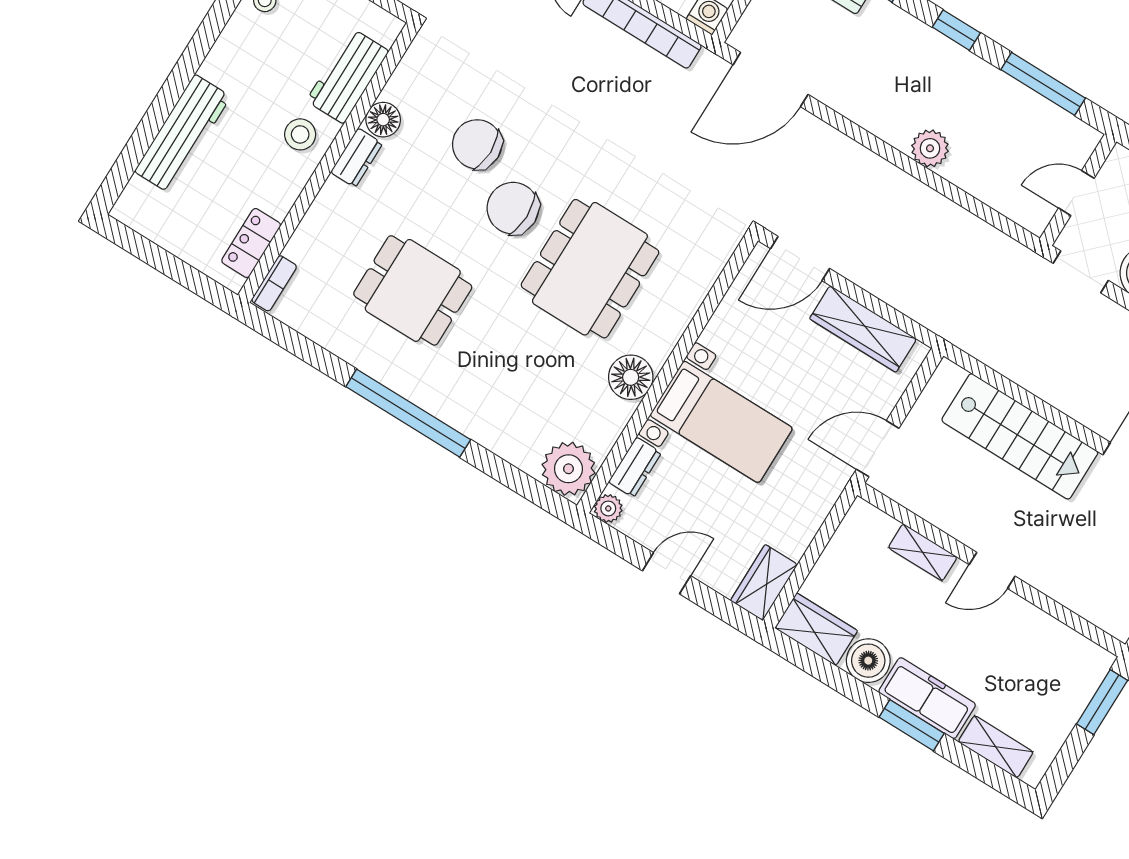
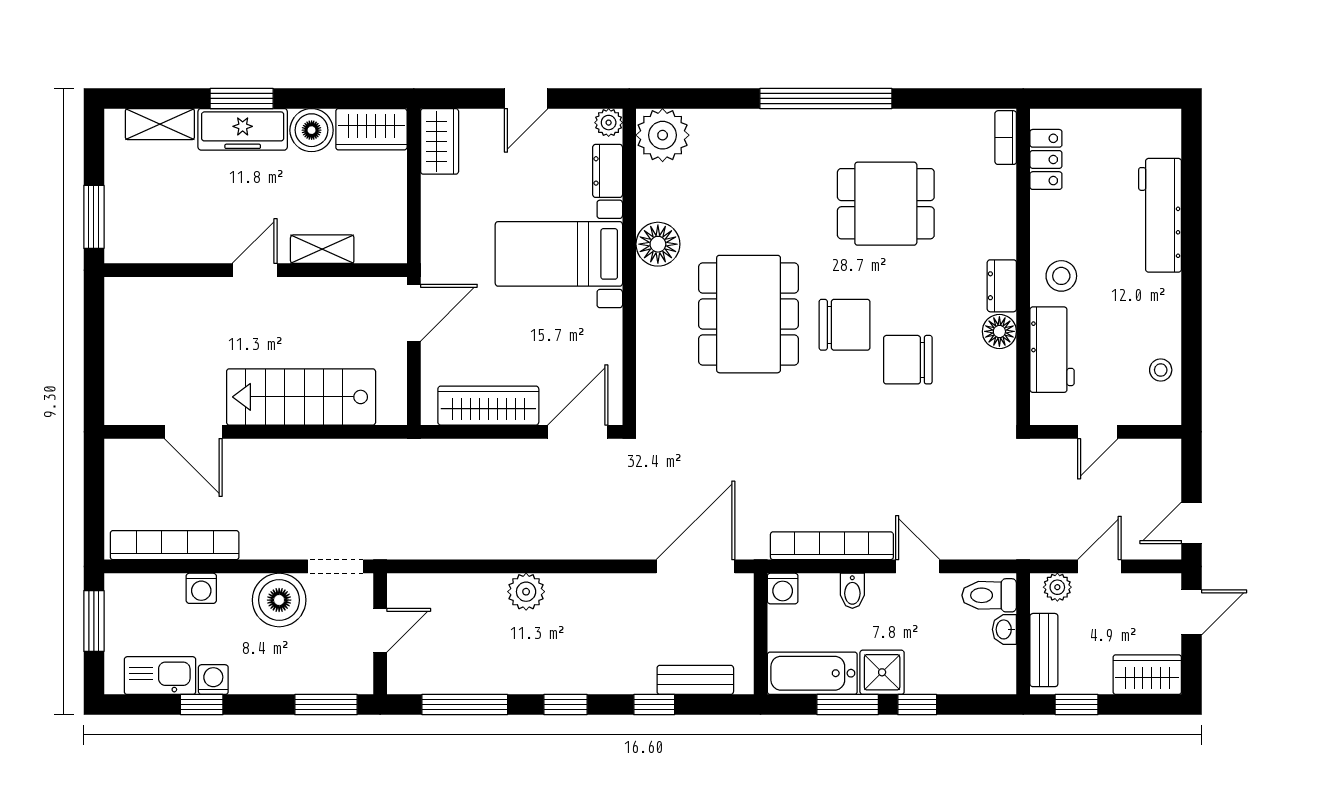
chair: (477, 144) -> (908, 360), turned 180

